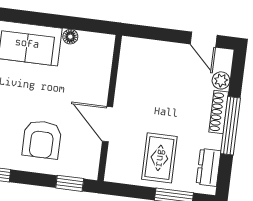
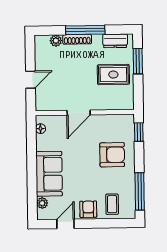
floor lamp: (70, 37) -> (40, 129), moved
door: (204, 40) -> (31, 80), moved
door: (108, 124) -> (79, 113), moved

